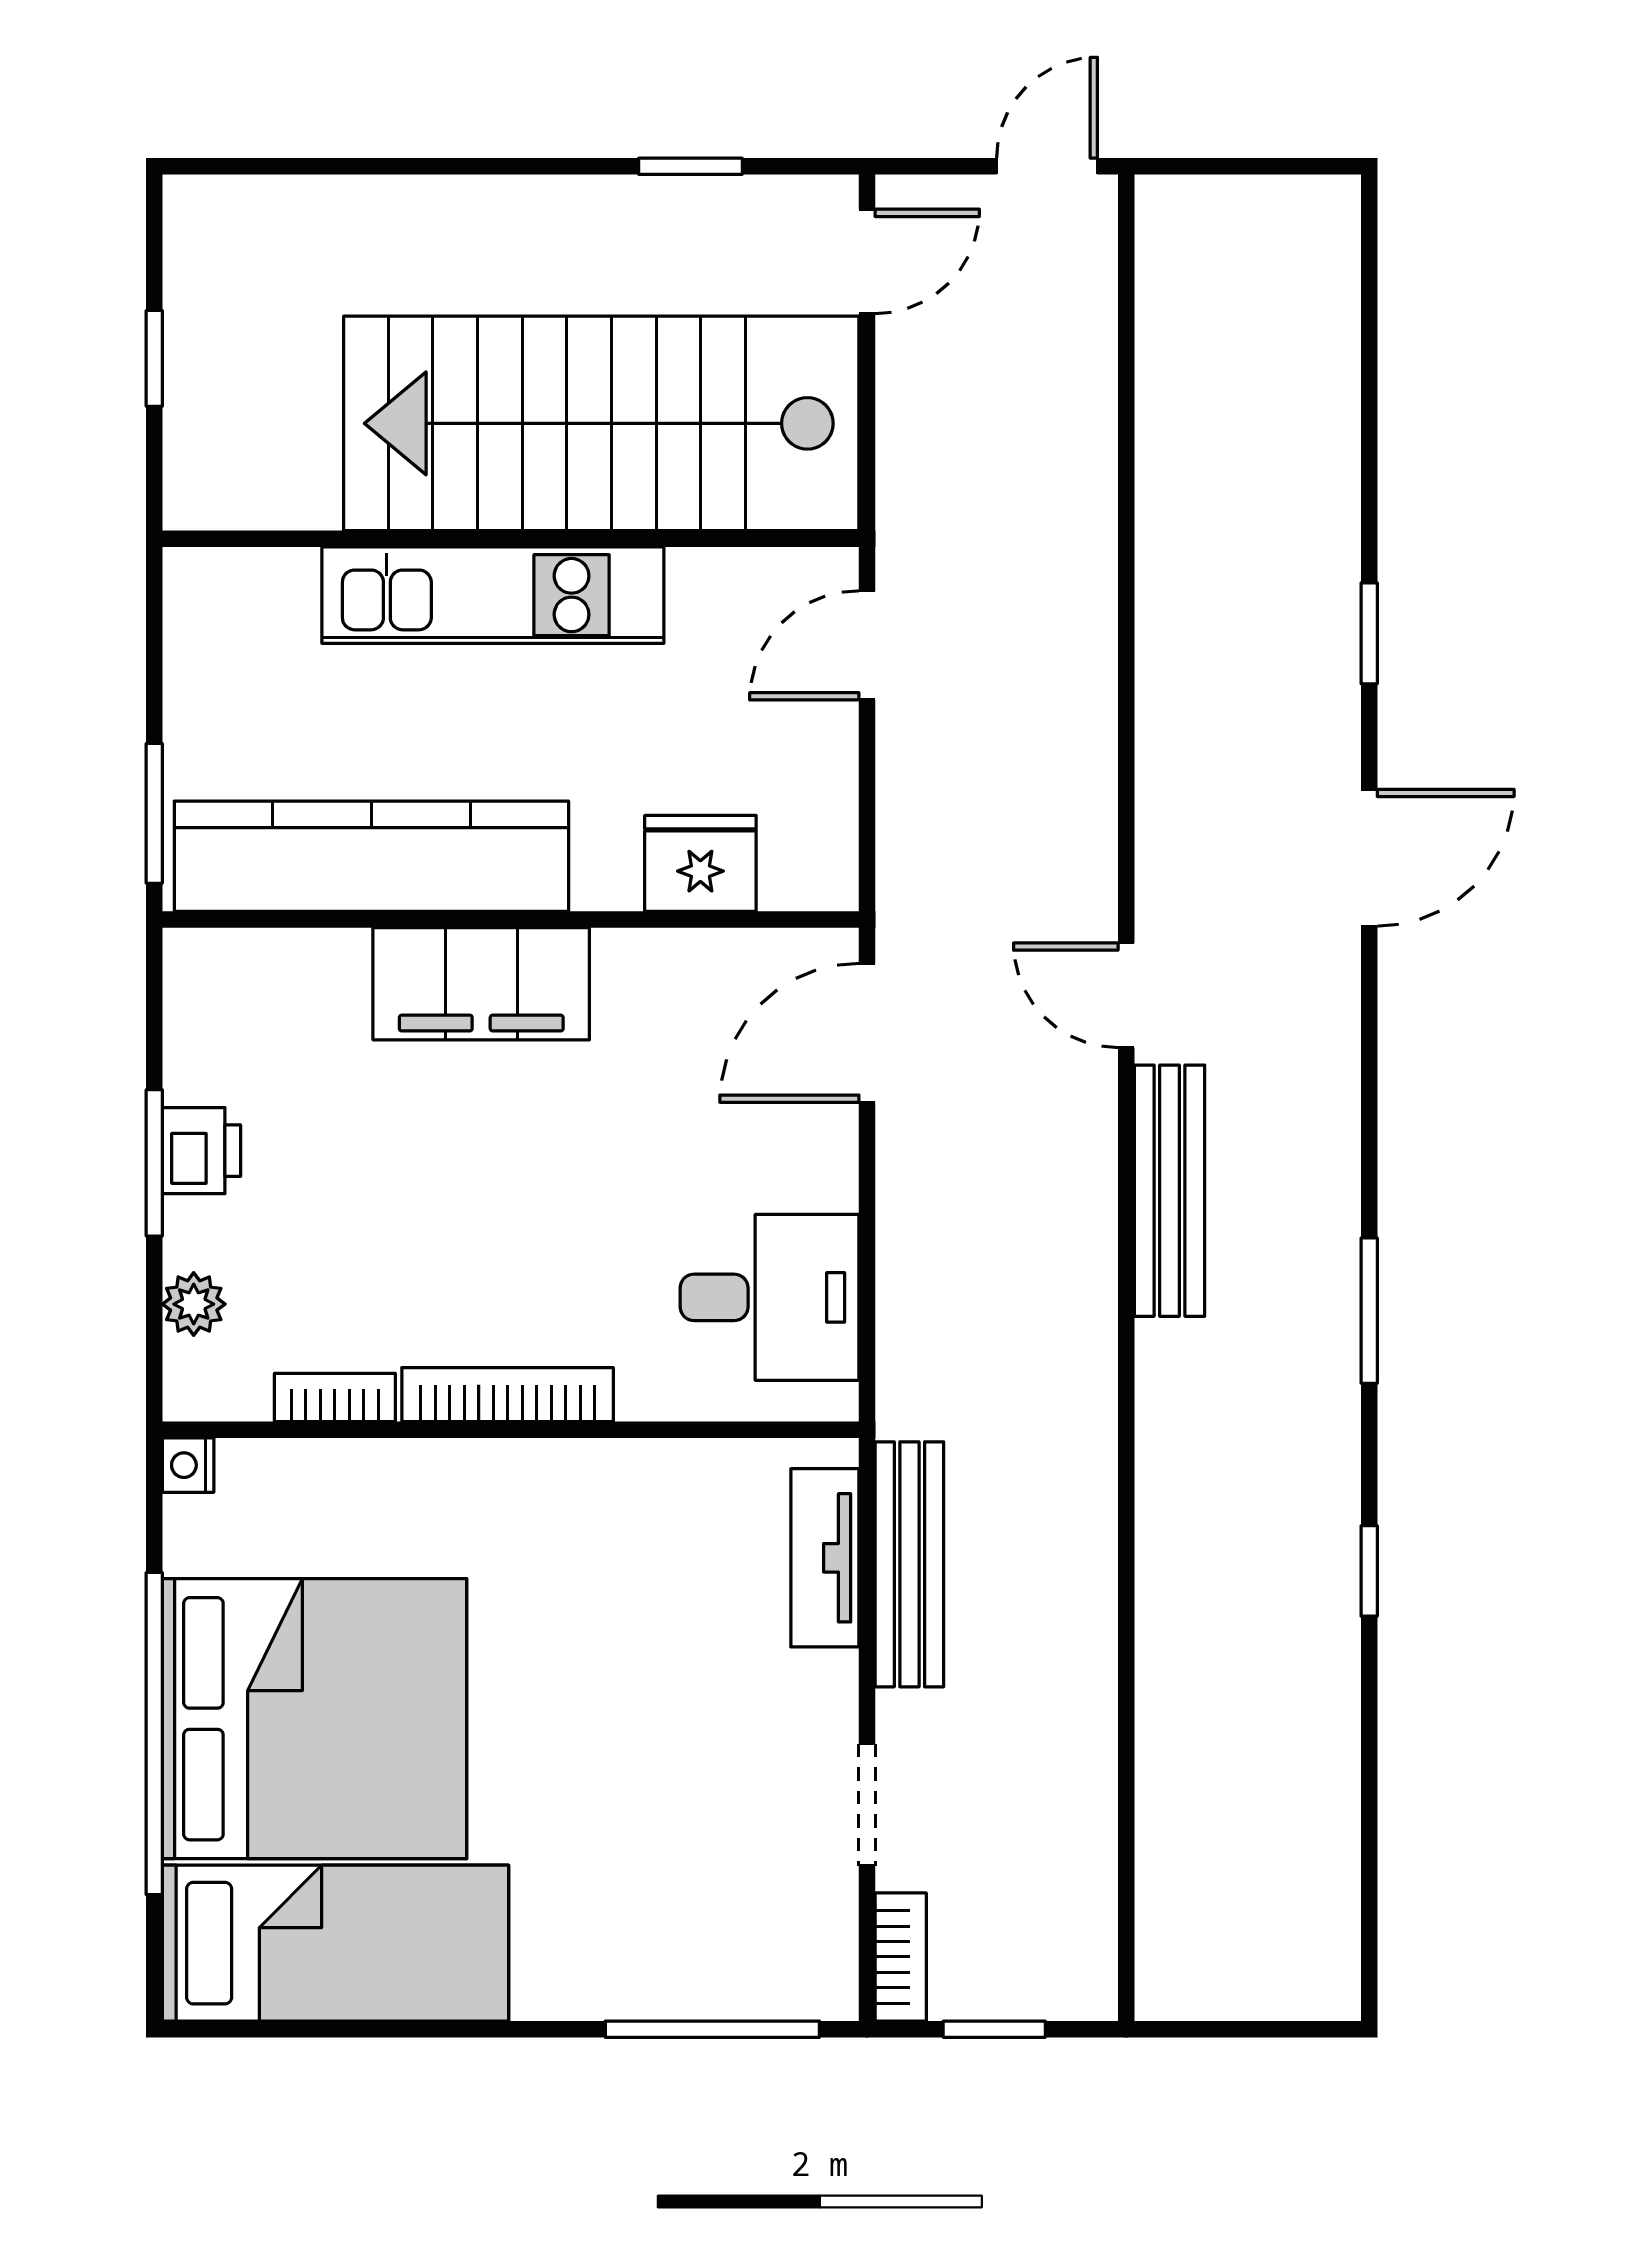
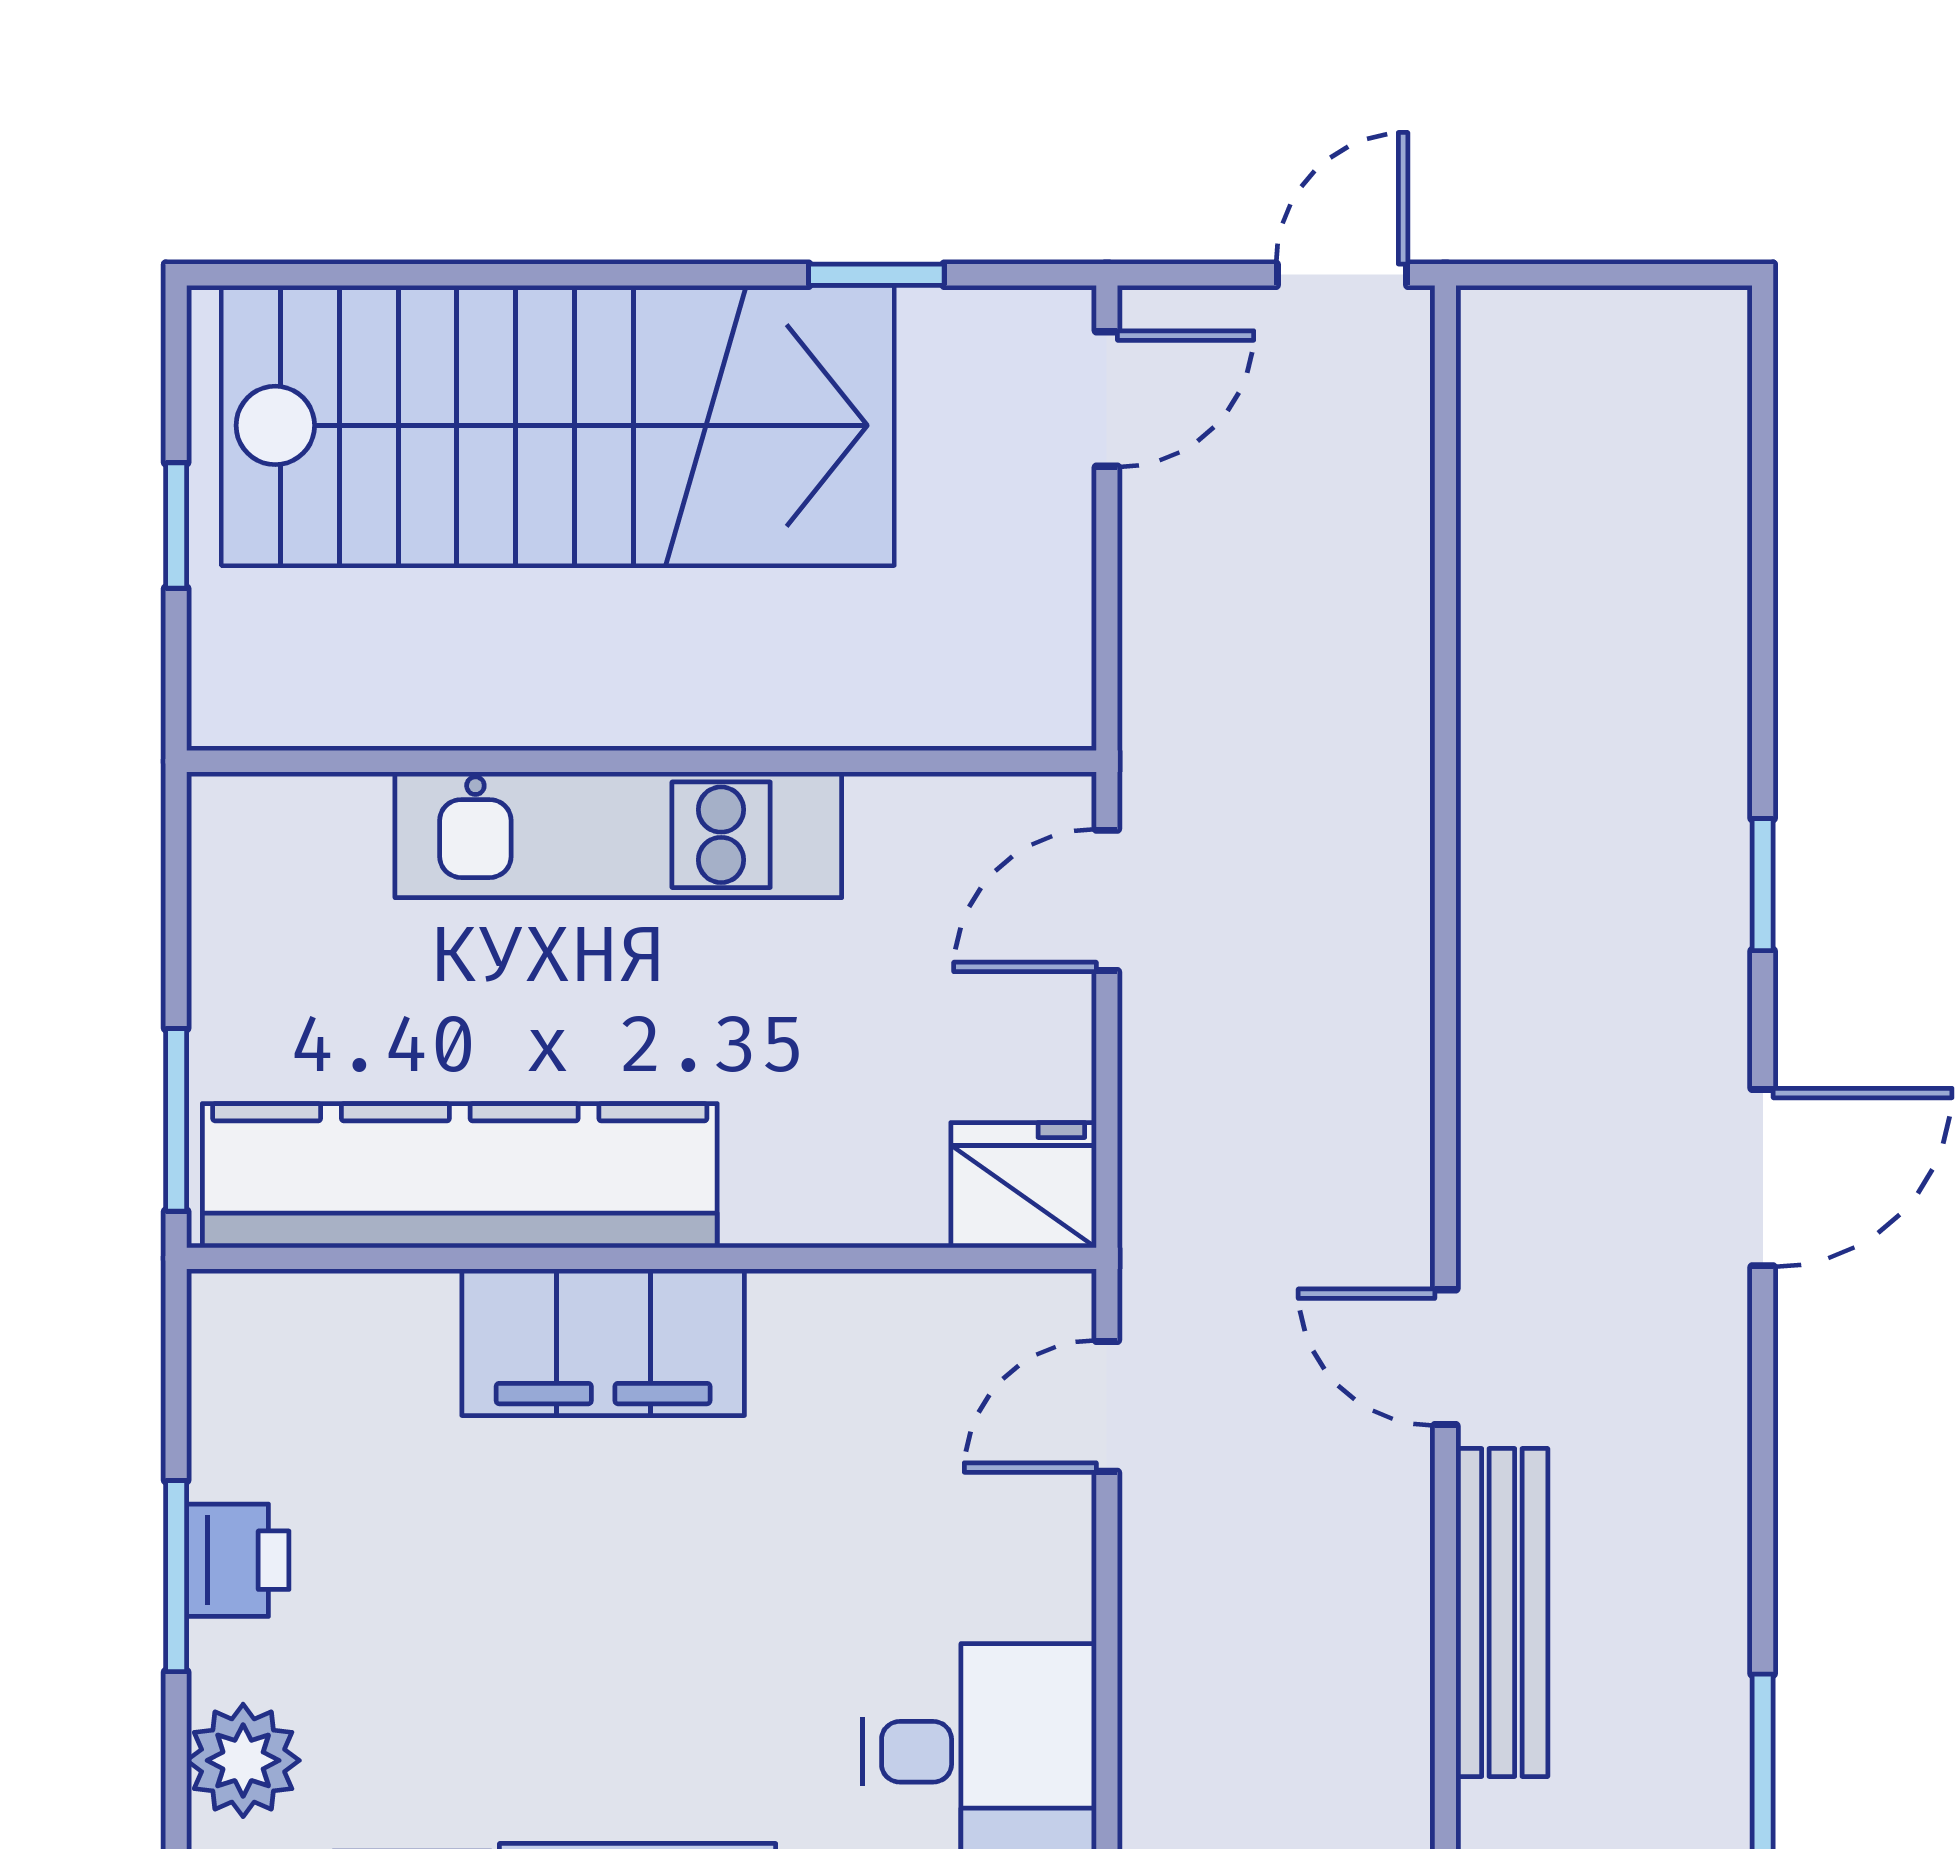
stairs: (601, 423) -> (558, 425), moved, turned 180
fridge: (700, 863) -> (1024, 1185), moved
door: (867, 1033) -> (1107, 1406), width x0.73
plant: (194, 1304) -> (243, 1760), width x1.38, depth x1.38

